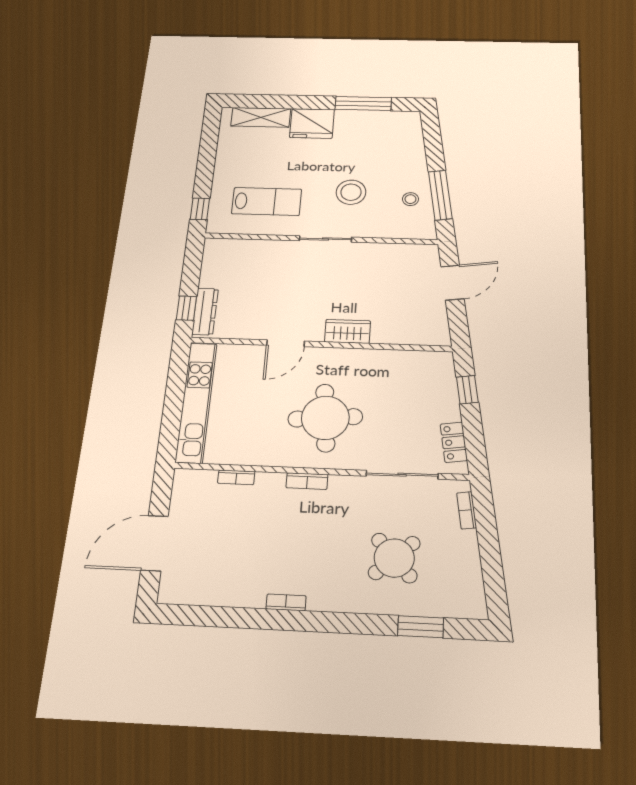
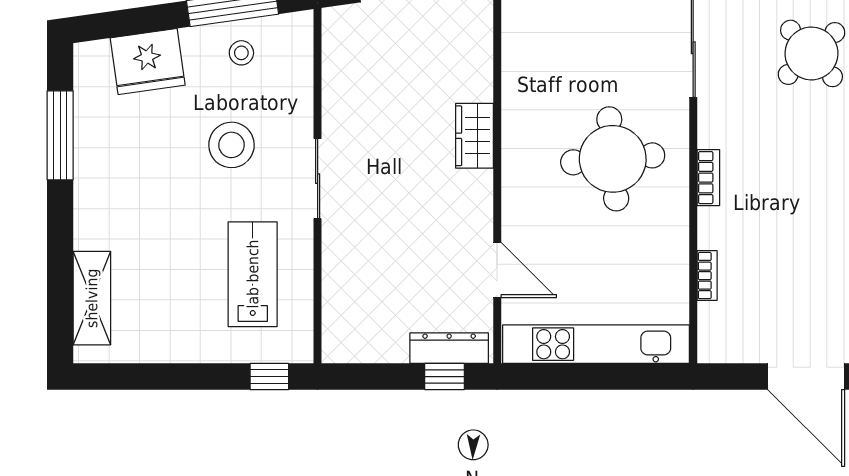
fridge: (312, 123) -> (148, 62), moved, turned 82
door: (286, 343) -> (497, 270), moved

